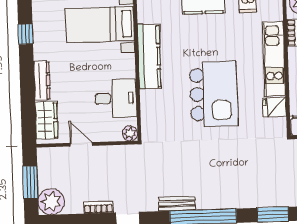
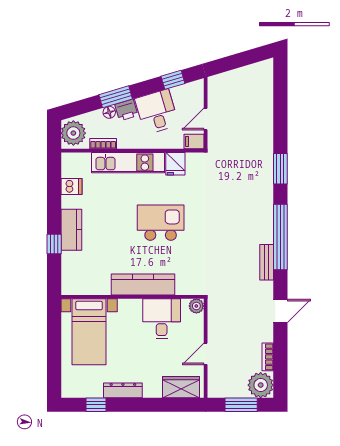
kitchen counter: (149, 57) -> (143, 285), moved
dresser: (42, 81) -> (123, 390), moved
kitchen island: (214, 94) -> (161, 223), width x0.73, depth x0.78
bookcase: (98, 207) -> (268, 357), moved

